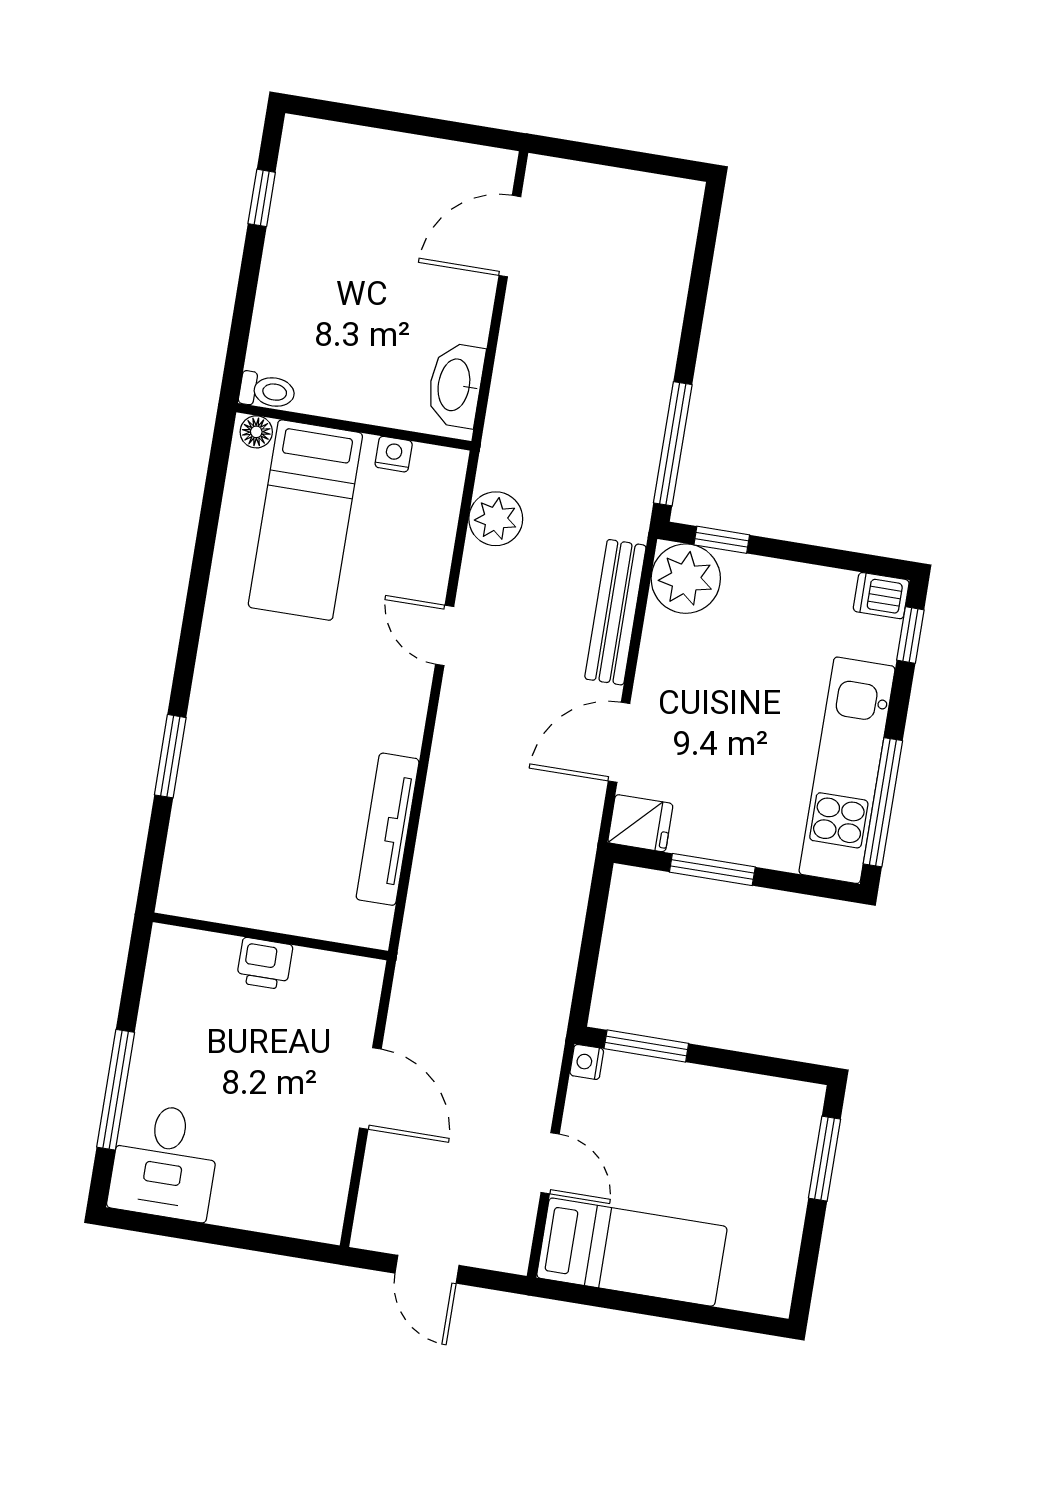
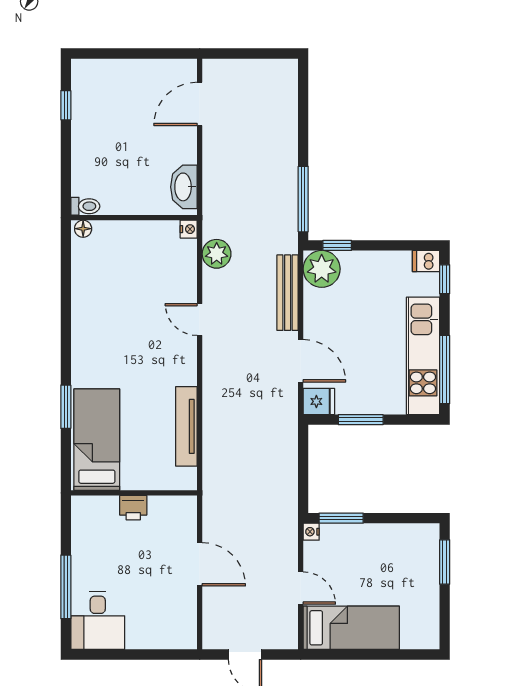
nightstand: (394, 454) -> (189, 229), moved, turned 90
bed: (305, 520) -> (97, 440), moved, turned 180
door: (619, 742) -> (301, 361), swing flipped

